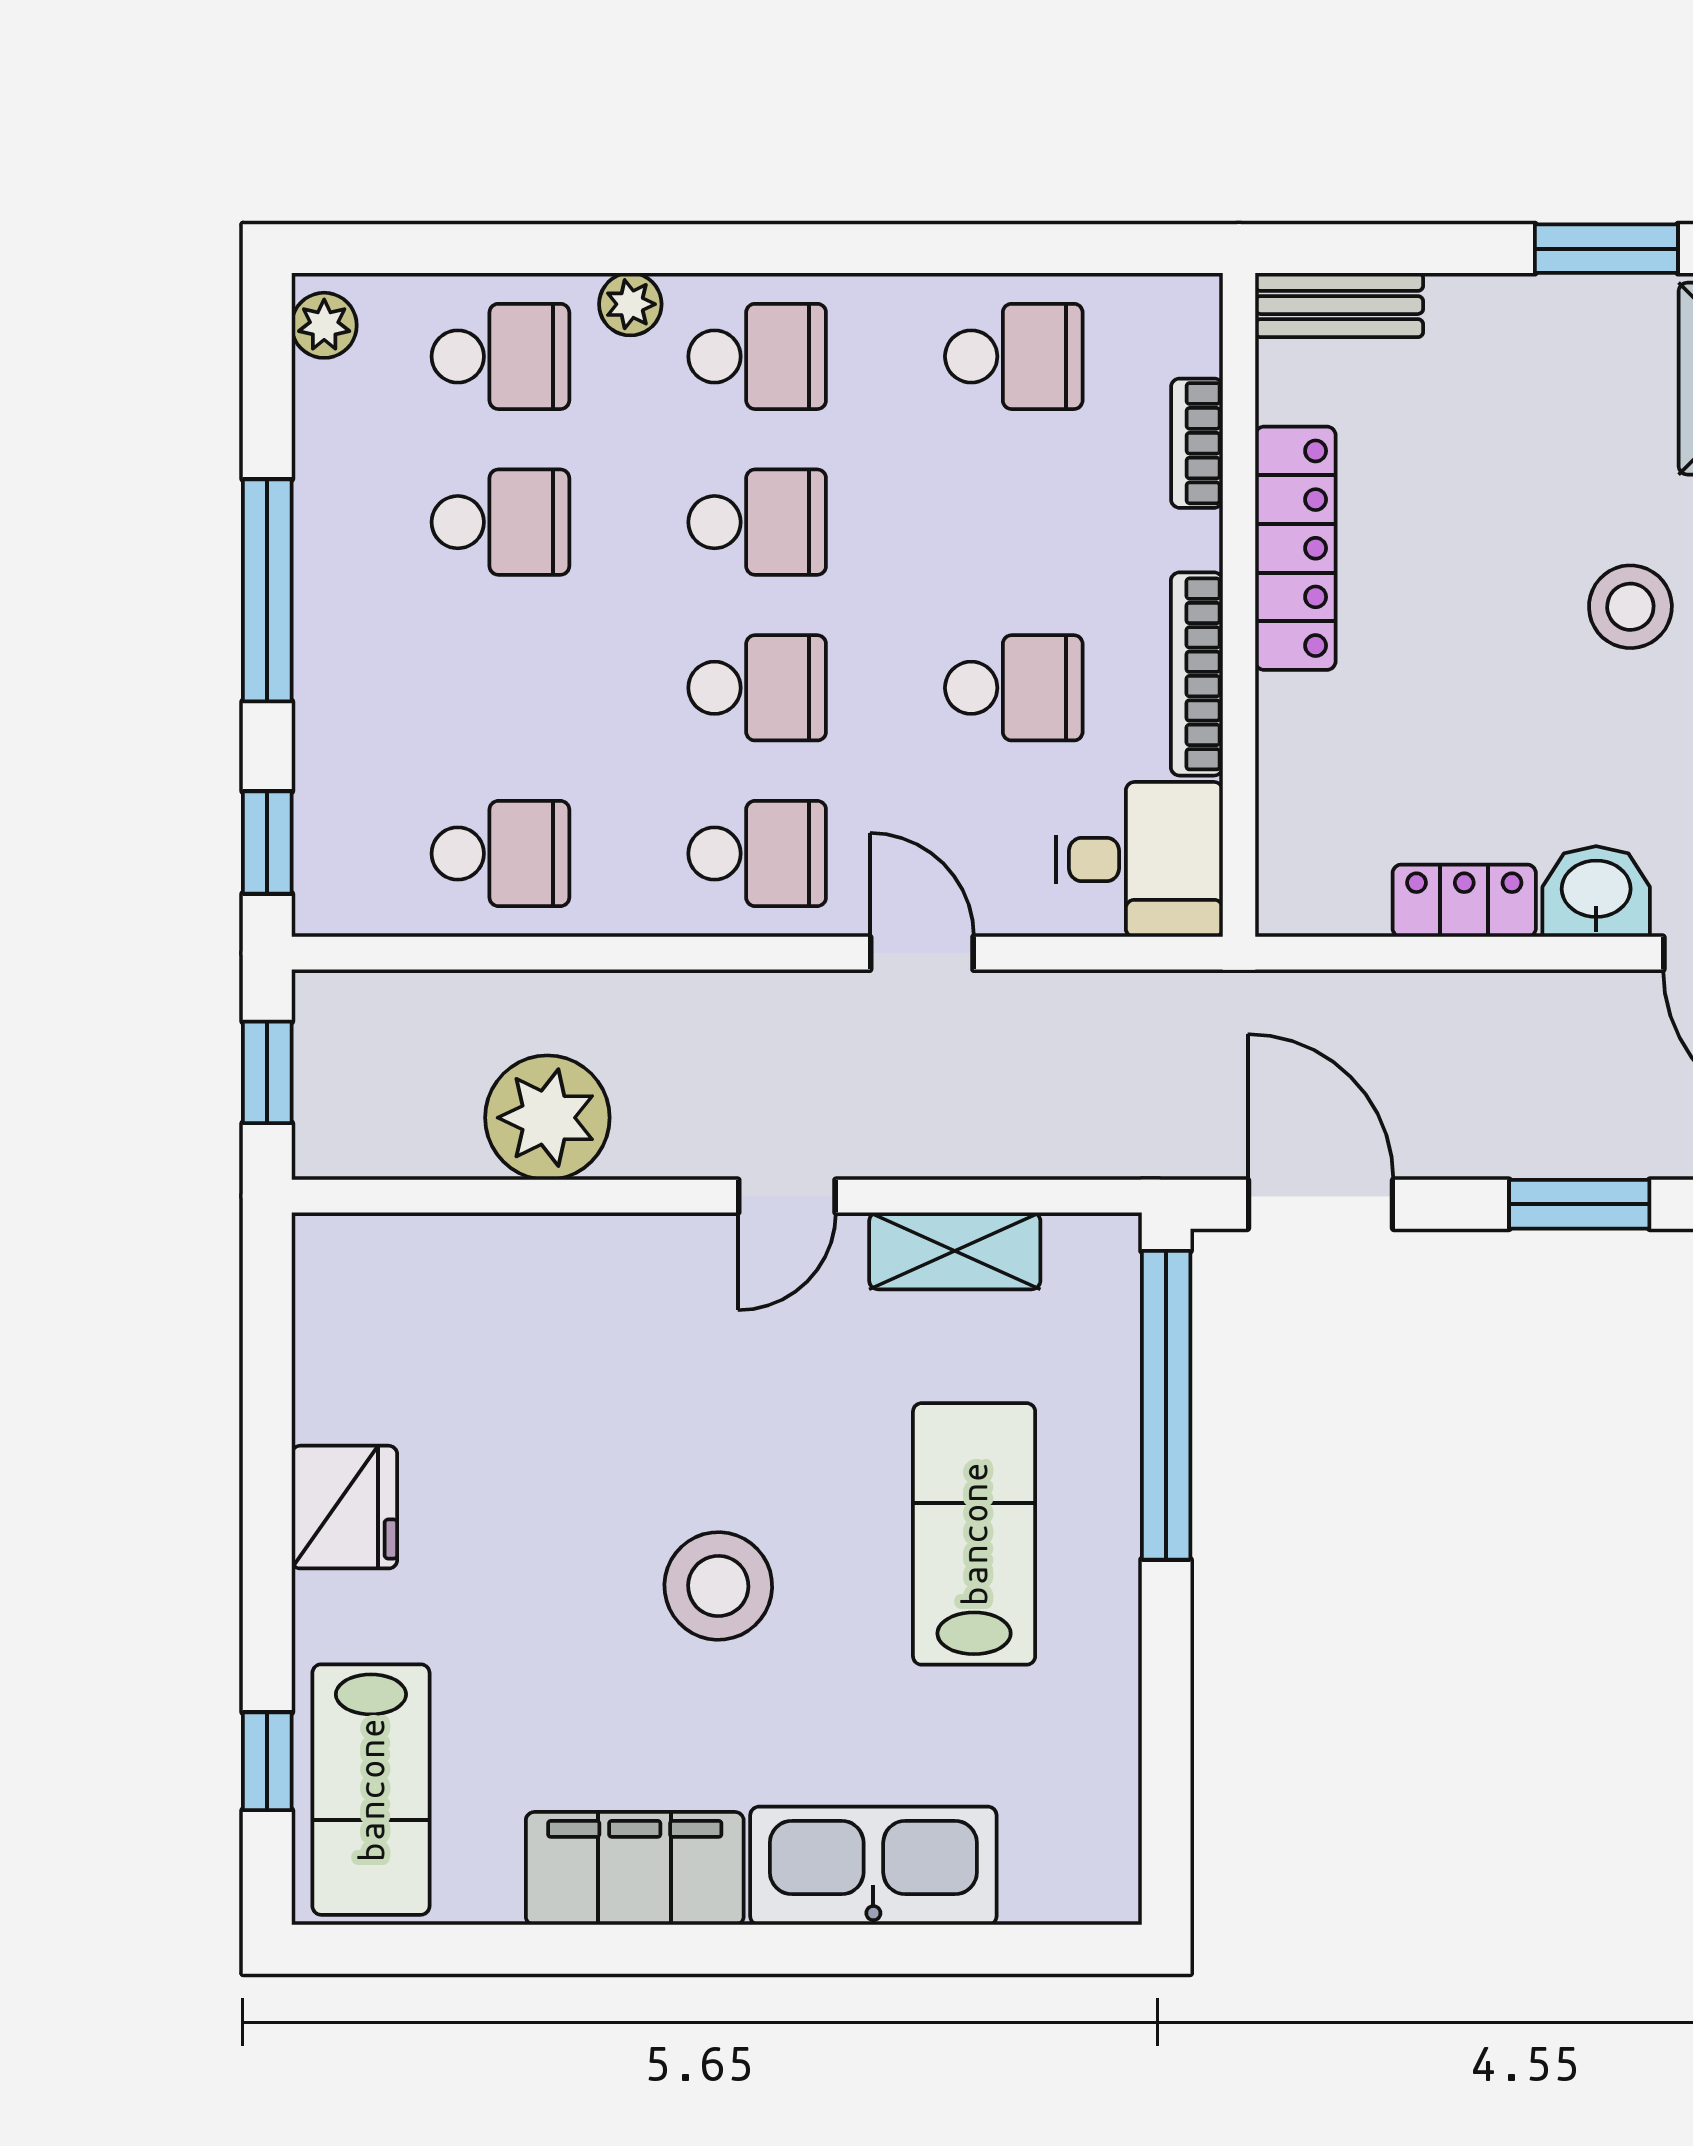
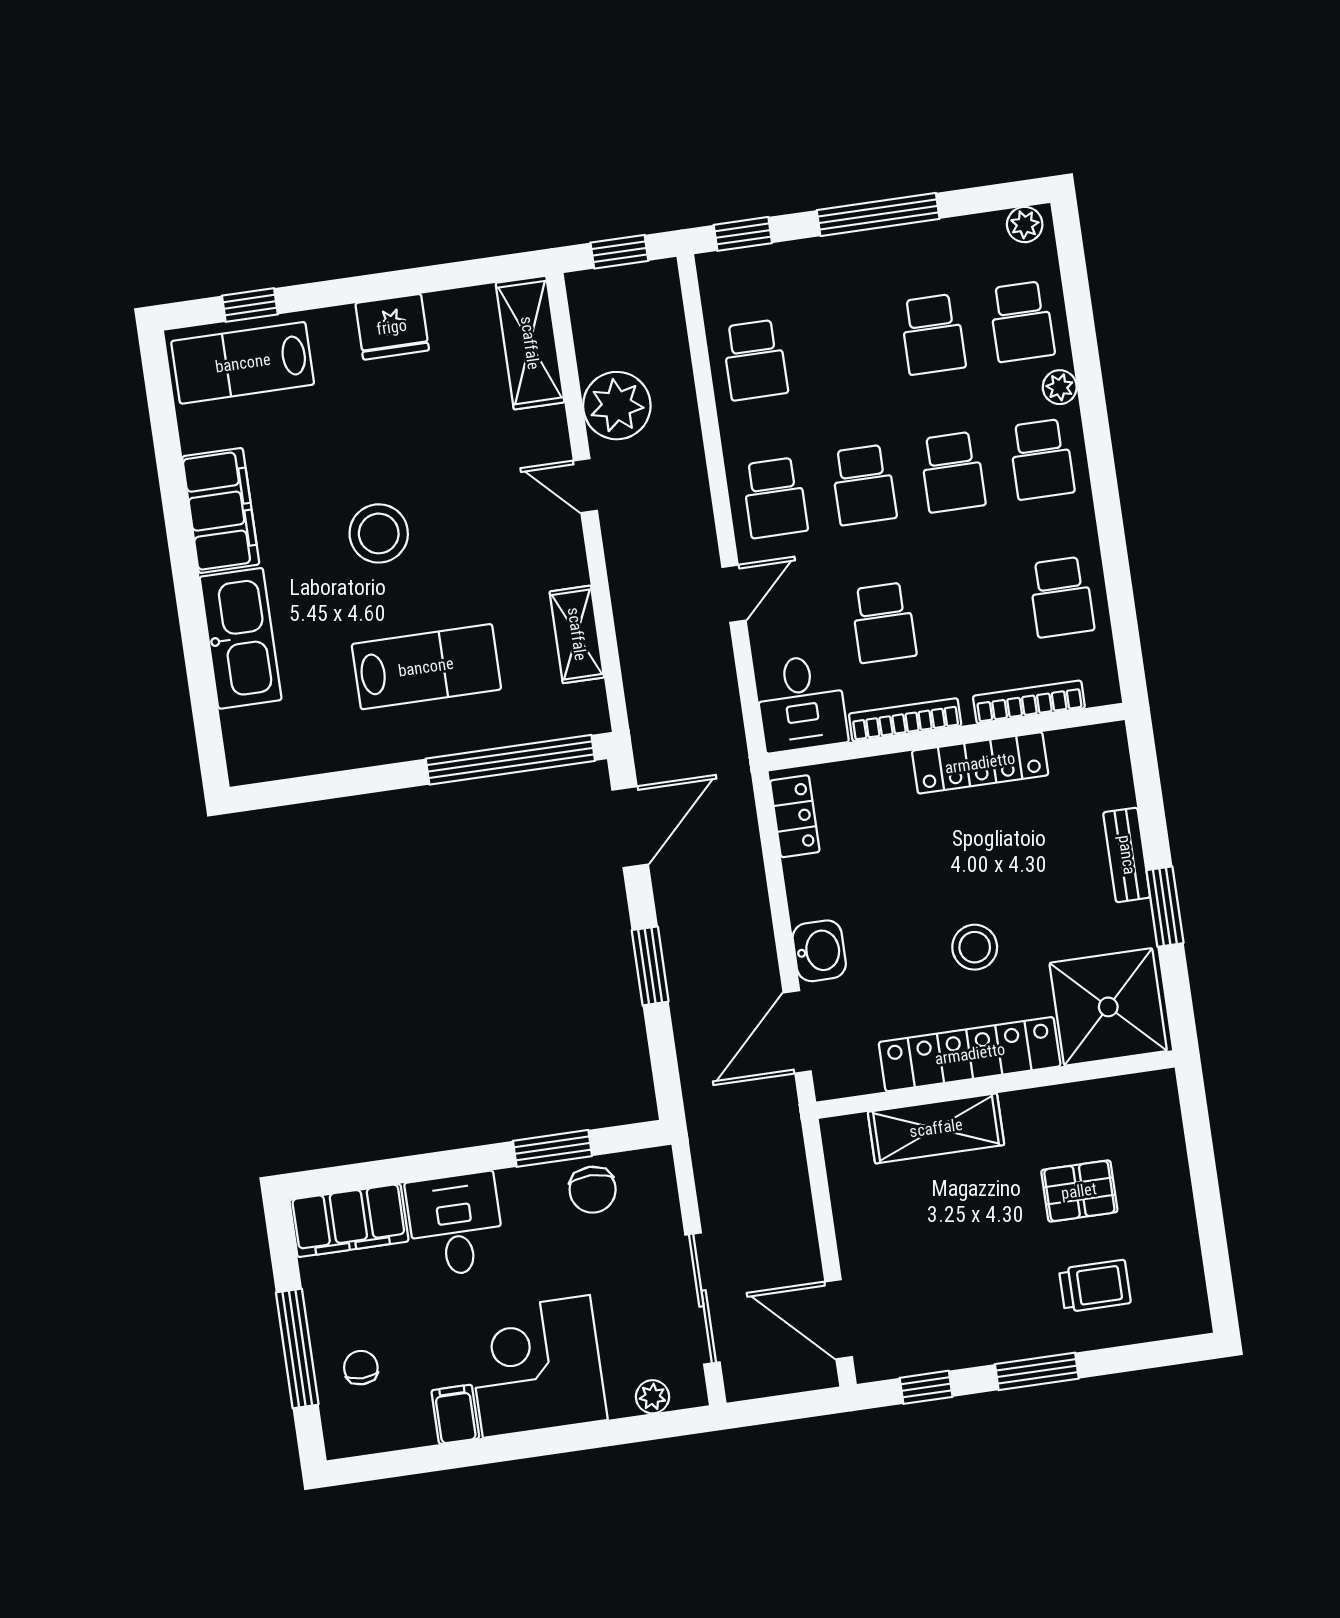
bench: (1339, 305) -> (1127, 855), moved
bookcase: (1197, 443) -> (1029, 702), width x1.56
locker: (1464, 901) -> (795, 816), moved
door: (787, 1196) -> (585, 486), moved
shelving: (410, 1260) -> (530, 343), added

